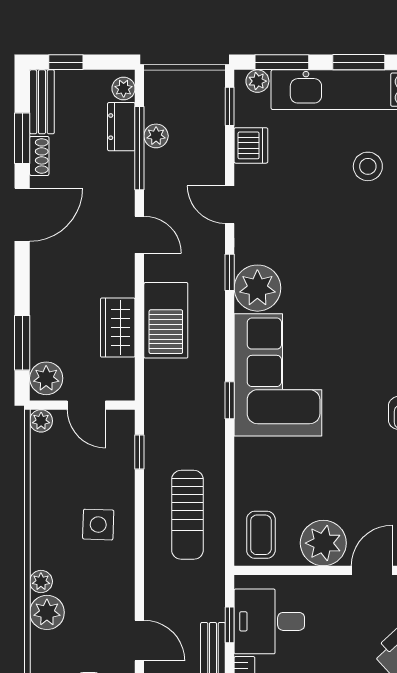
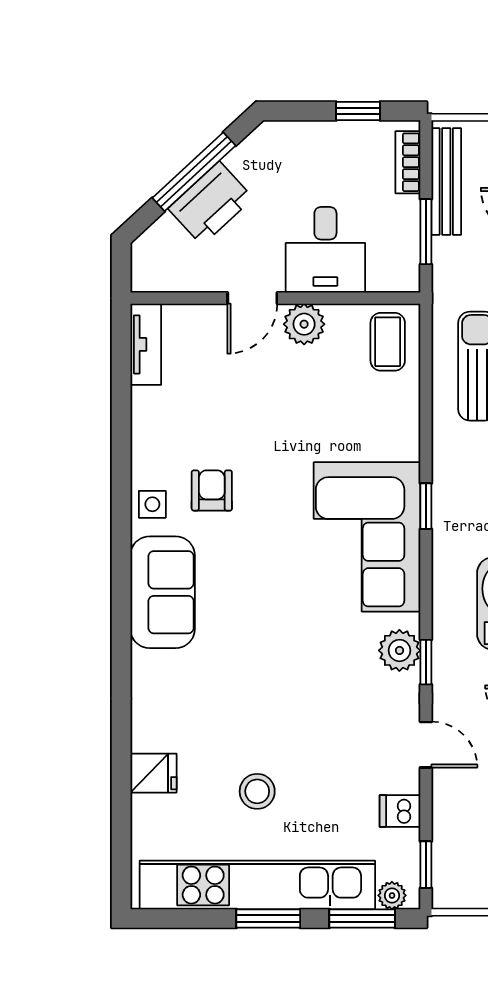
dishwasher: (251, 145) -> (400, 811), width x0.73
plant: (257, 288) -> (399, 650), width x0.73, depth x0.73
plant: (323, 543) -> (304, 324), width x0.73, depth x0.73
desk: (269, 621) -> (325, 250), moved, turned 90
window: (230, 625) -> (426, 232), width x1.50

